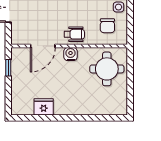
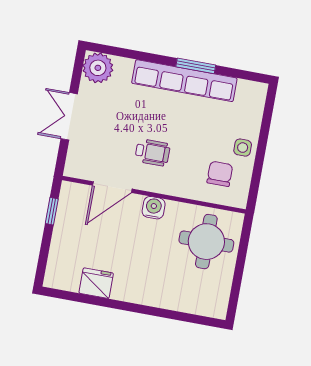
chair: (107, 26) -> (220, 174), turned 180
wheelchair: (74, 34) -> (153, 152), moved

